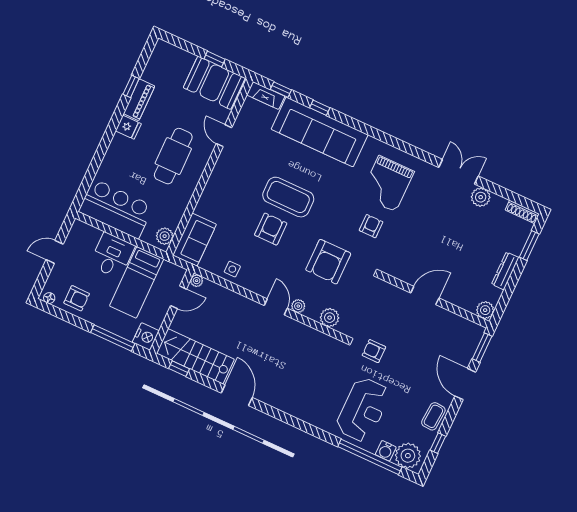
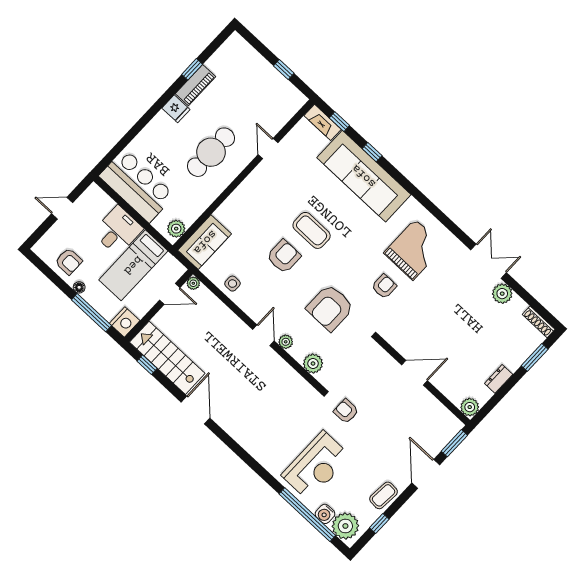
booth: (214, 83) -> (276, 93), removed
grand piano: (387, 184) -> (414, 250), turned 180
coffee table: (288, 197) -> (312, 230), width x0.73, depth x0.76
dresser: (505, 271) -> (499, 379), width x0.70
floor lamp: (49, 298) -> (79, 287), moved

